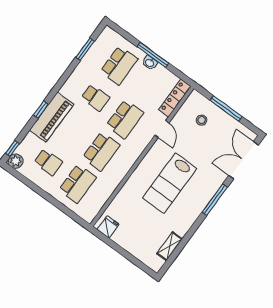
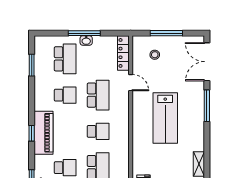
school desk: (101, 151) -> (98, 131), width x0.54

